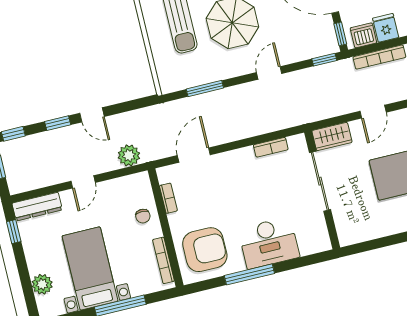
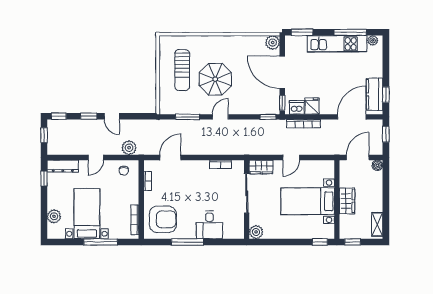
door: (269, 73) -> (220, 117), moved
chair: (143, 216) -> (124, 171), moved
plant: (348, 235) -> (256, 232), added
desk: (269, 243) -> (209, 225), width x0.73

